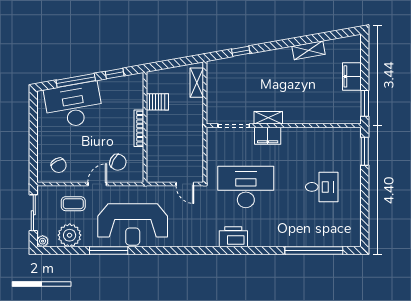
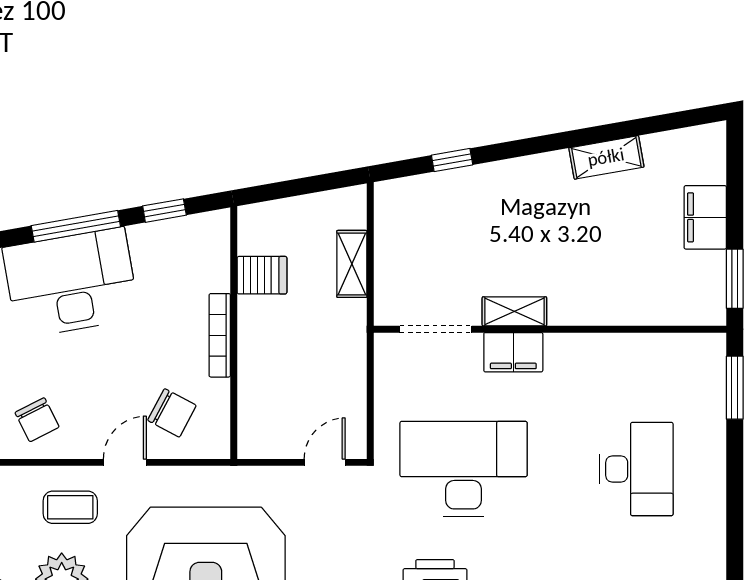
shelving: (197, 83) -> (352, 264), moved
door: (185, 184) -> (325, 462), swing flipped
desk: (322, 187) -> (636, 469), width x1.37

